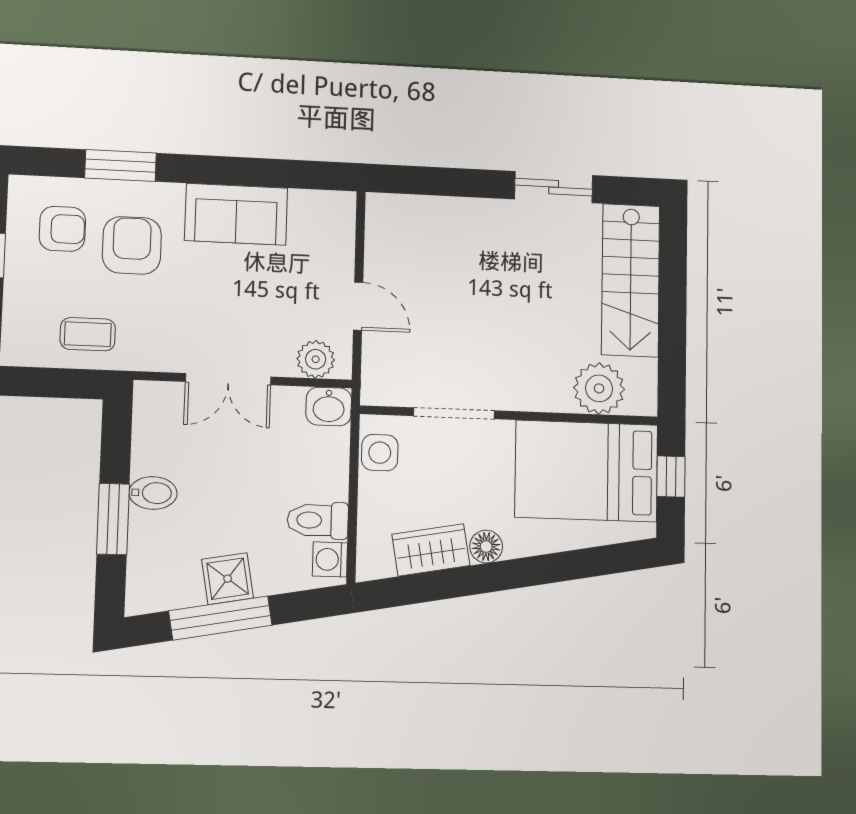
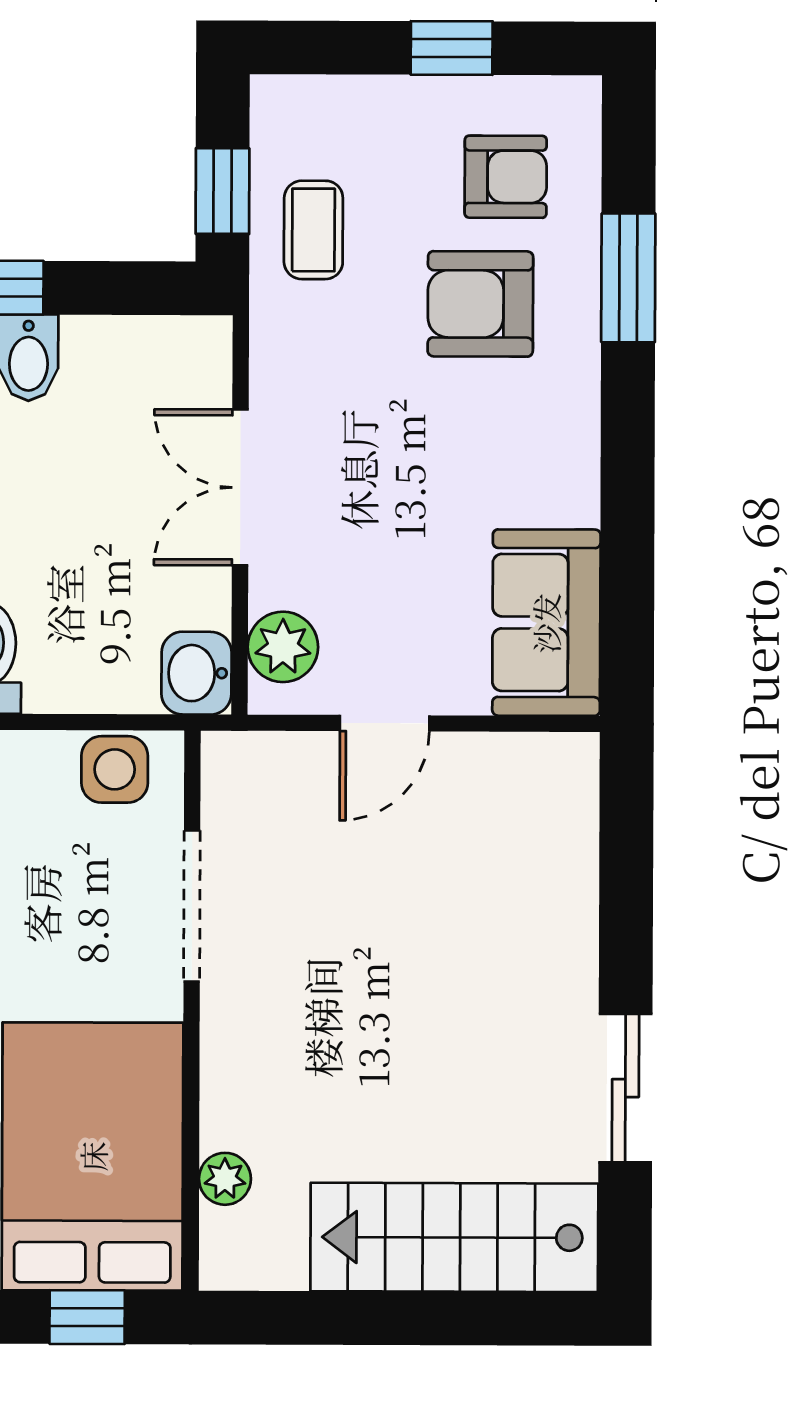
sofa: (236, 214) -> (546, 623), moved
armchair: (62, 229) -> (506, 177), turned -90
armchair: (132, 245) -> (480, 304), turned 180
window: (64, 383) -> (223, 191), added
plant: (599, 388) -> (225, 1179), width x0.53, depth x0.53

